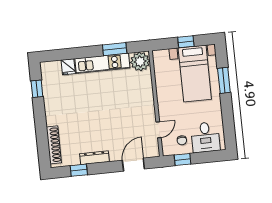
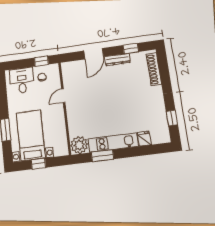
door: (159, 130) -> (63, 96), moved
door: (133, 165) -> (94, 54), moved

